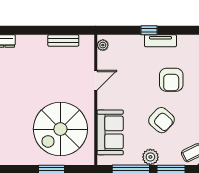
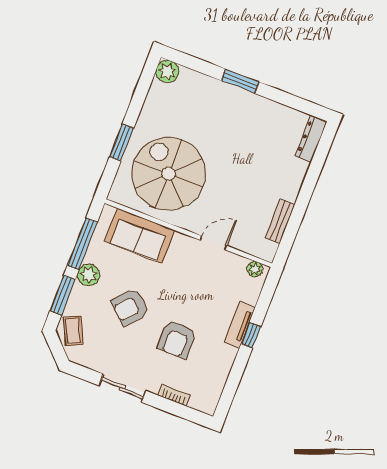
tv unit: (160, 41) -> (240, 325), moved
door: (96, 80) -> (213, 243), swing flipped
armchair: (171, 80) -> (177, 339), turned -90

